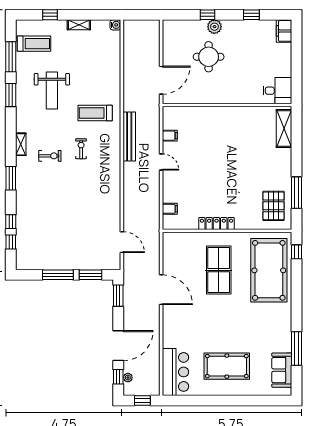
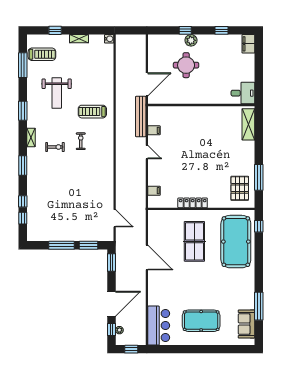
window: (11, 95) -> (23, 111), moved
bench: (129, 137) -> (141, 116), moved

